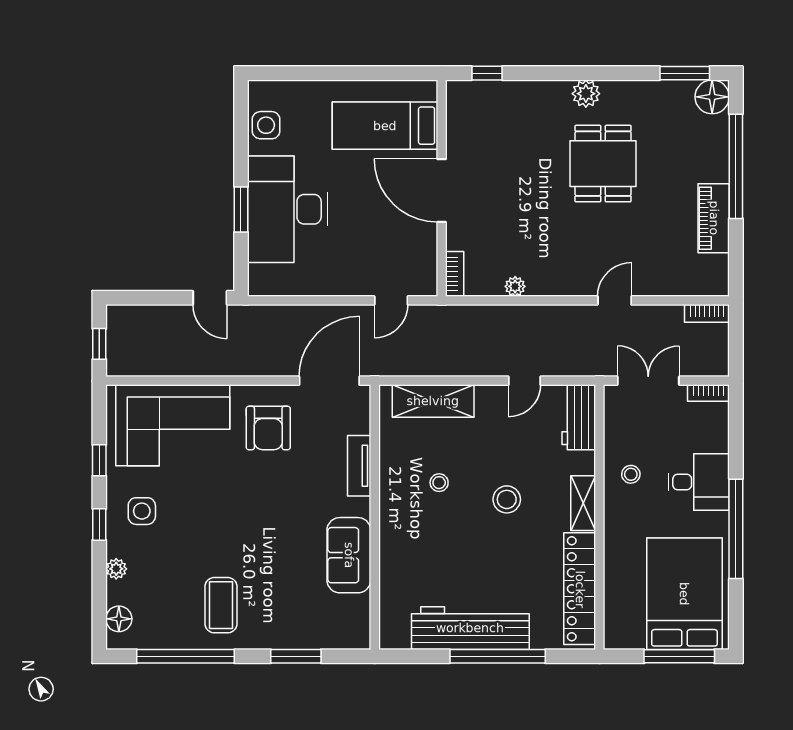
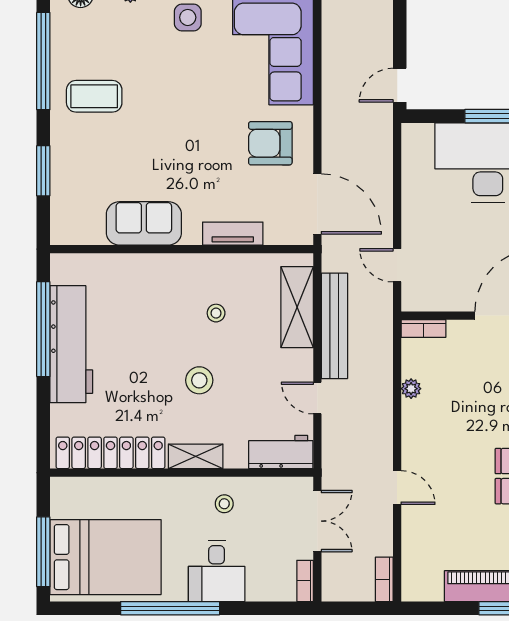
bench: (452, 364) -> (334, 326), added
window: (498, 656) -> (43, 329), moved

